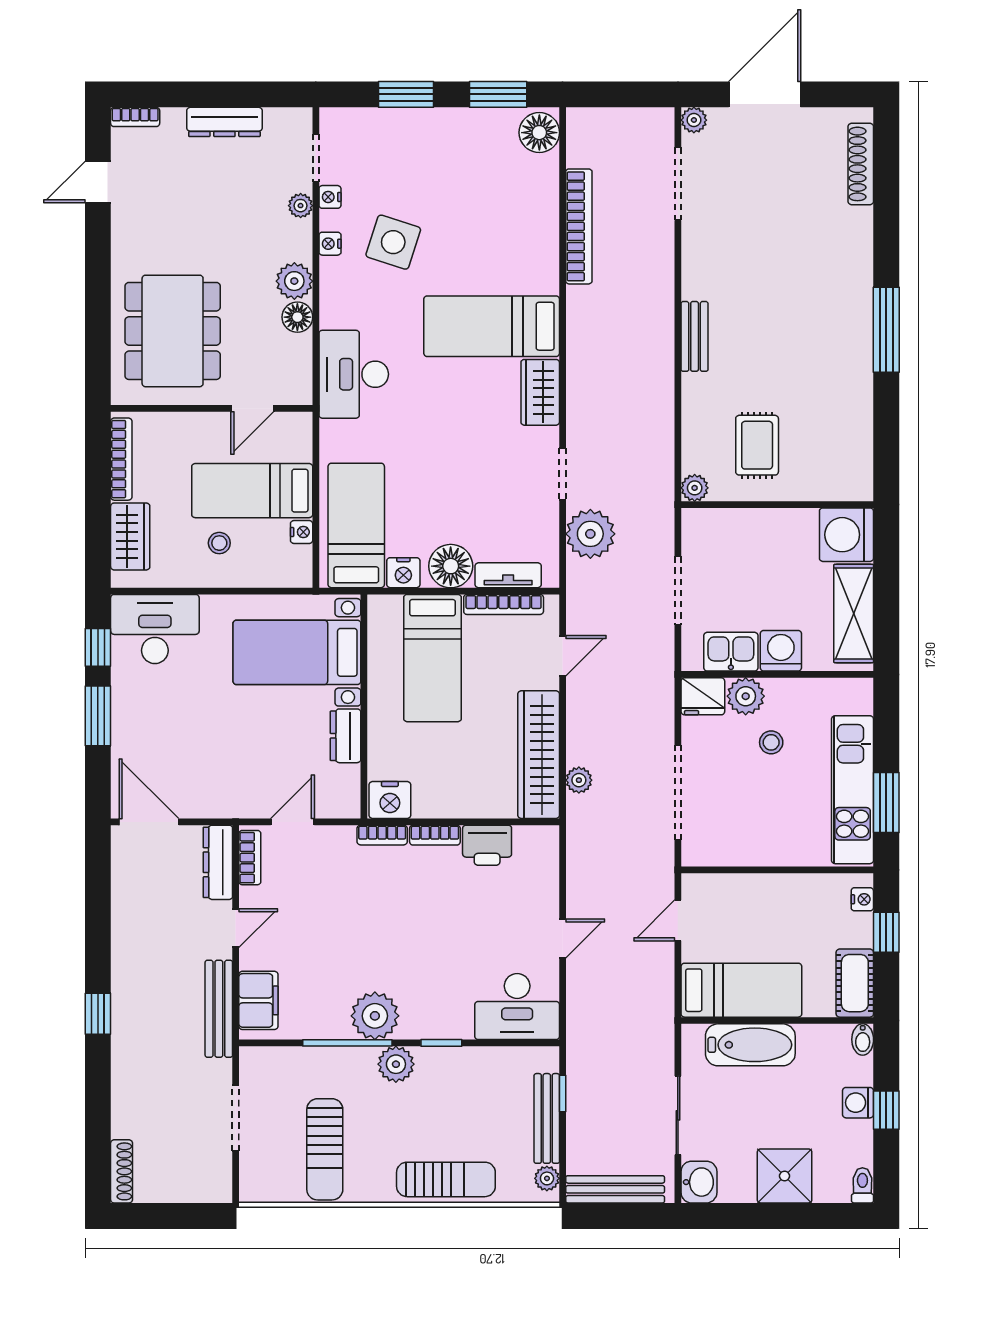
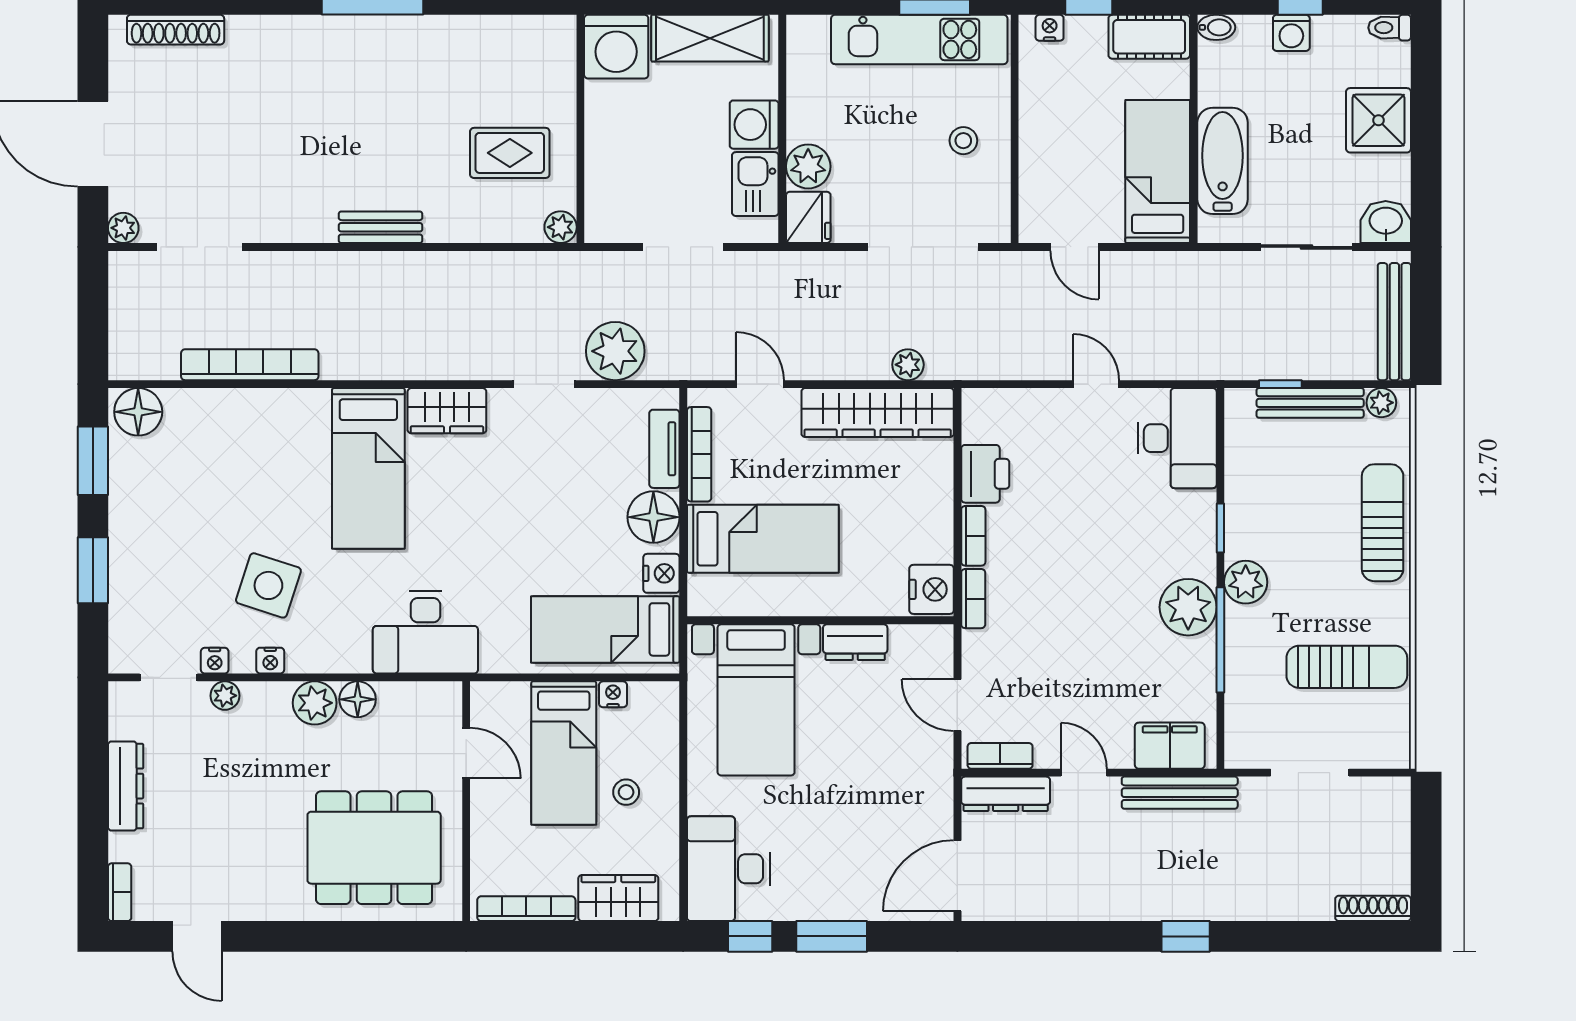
stool: (771, 742) -> (963, 141), moved

